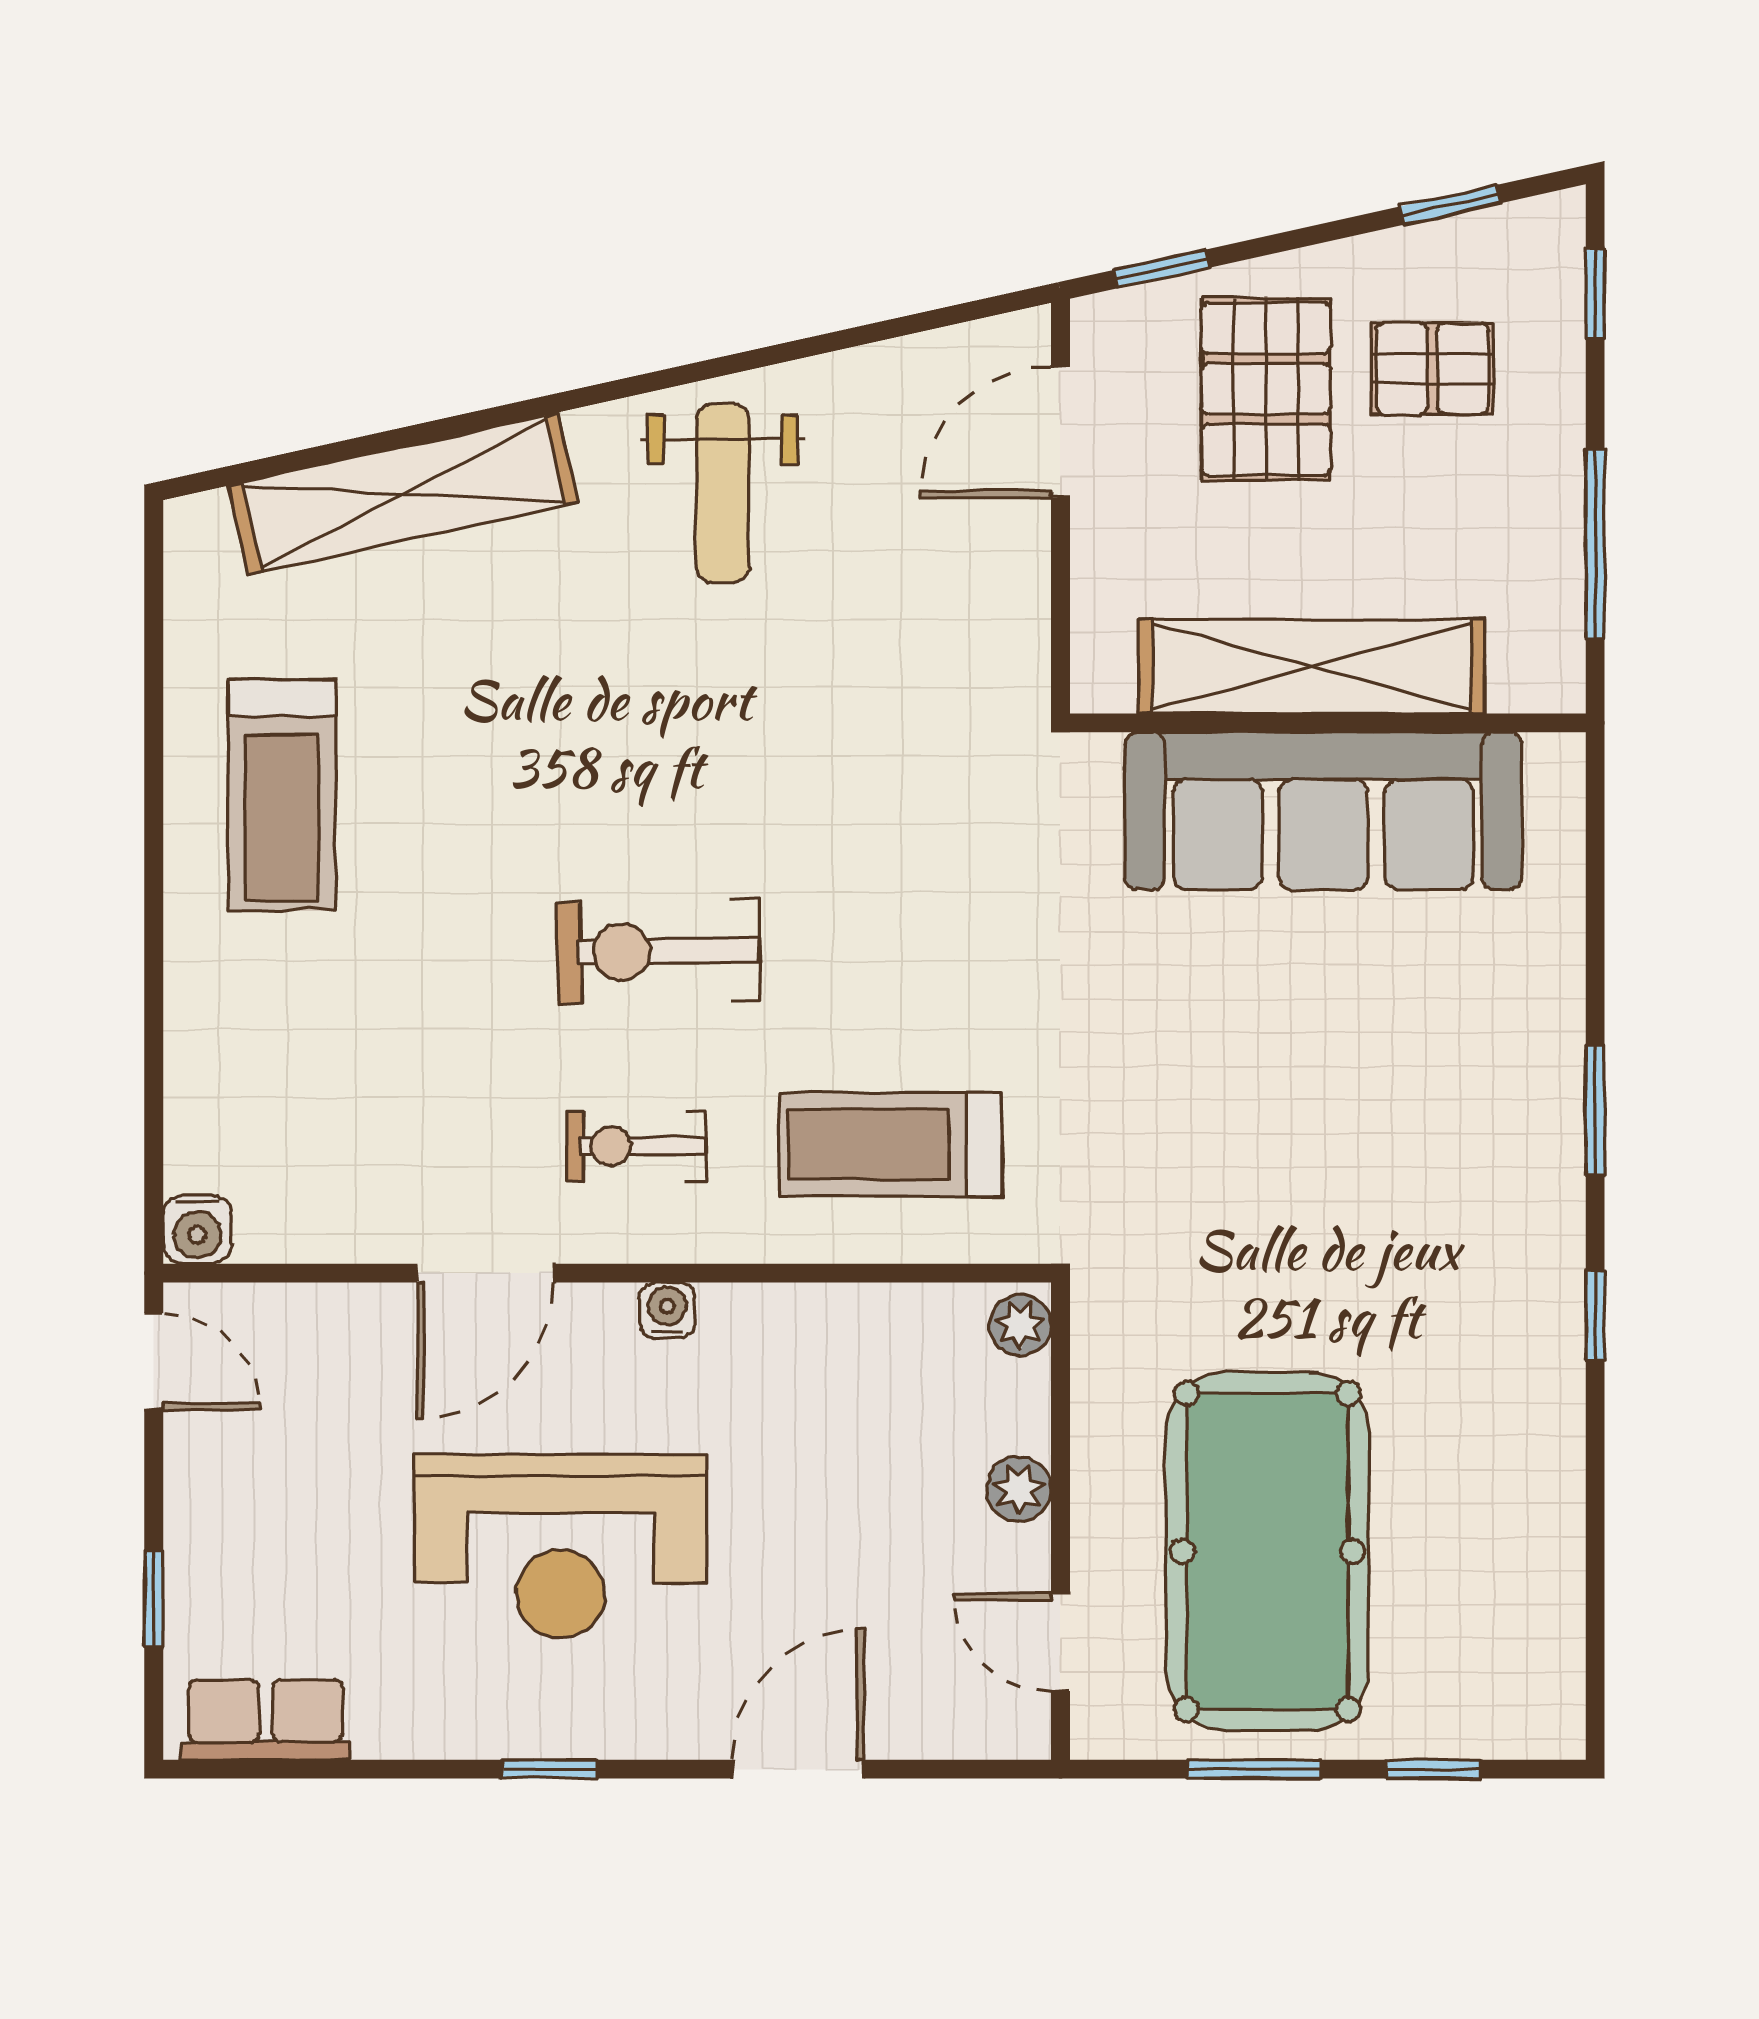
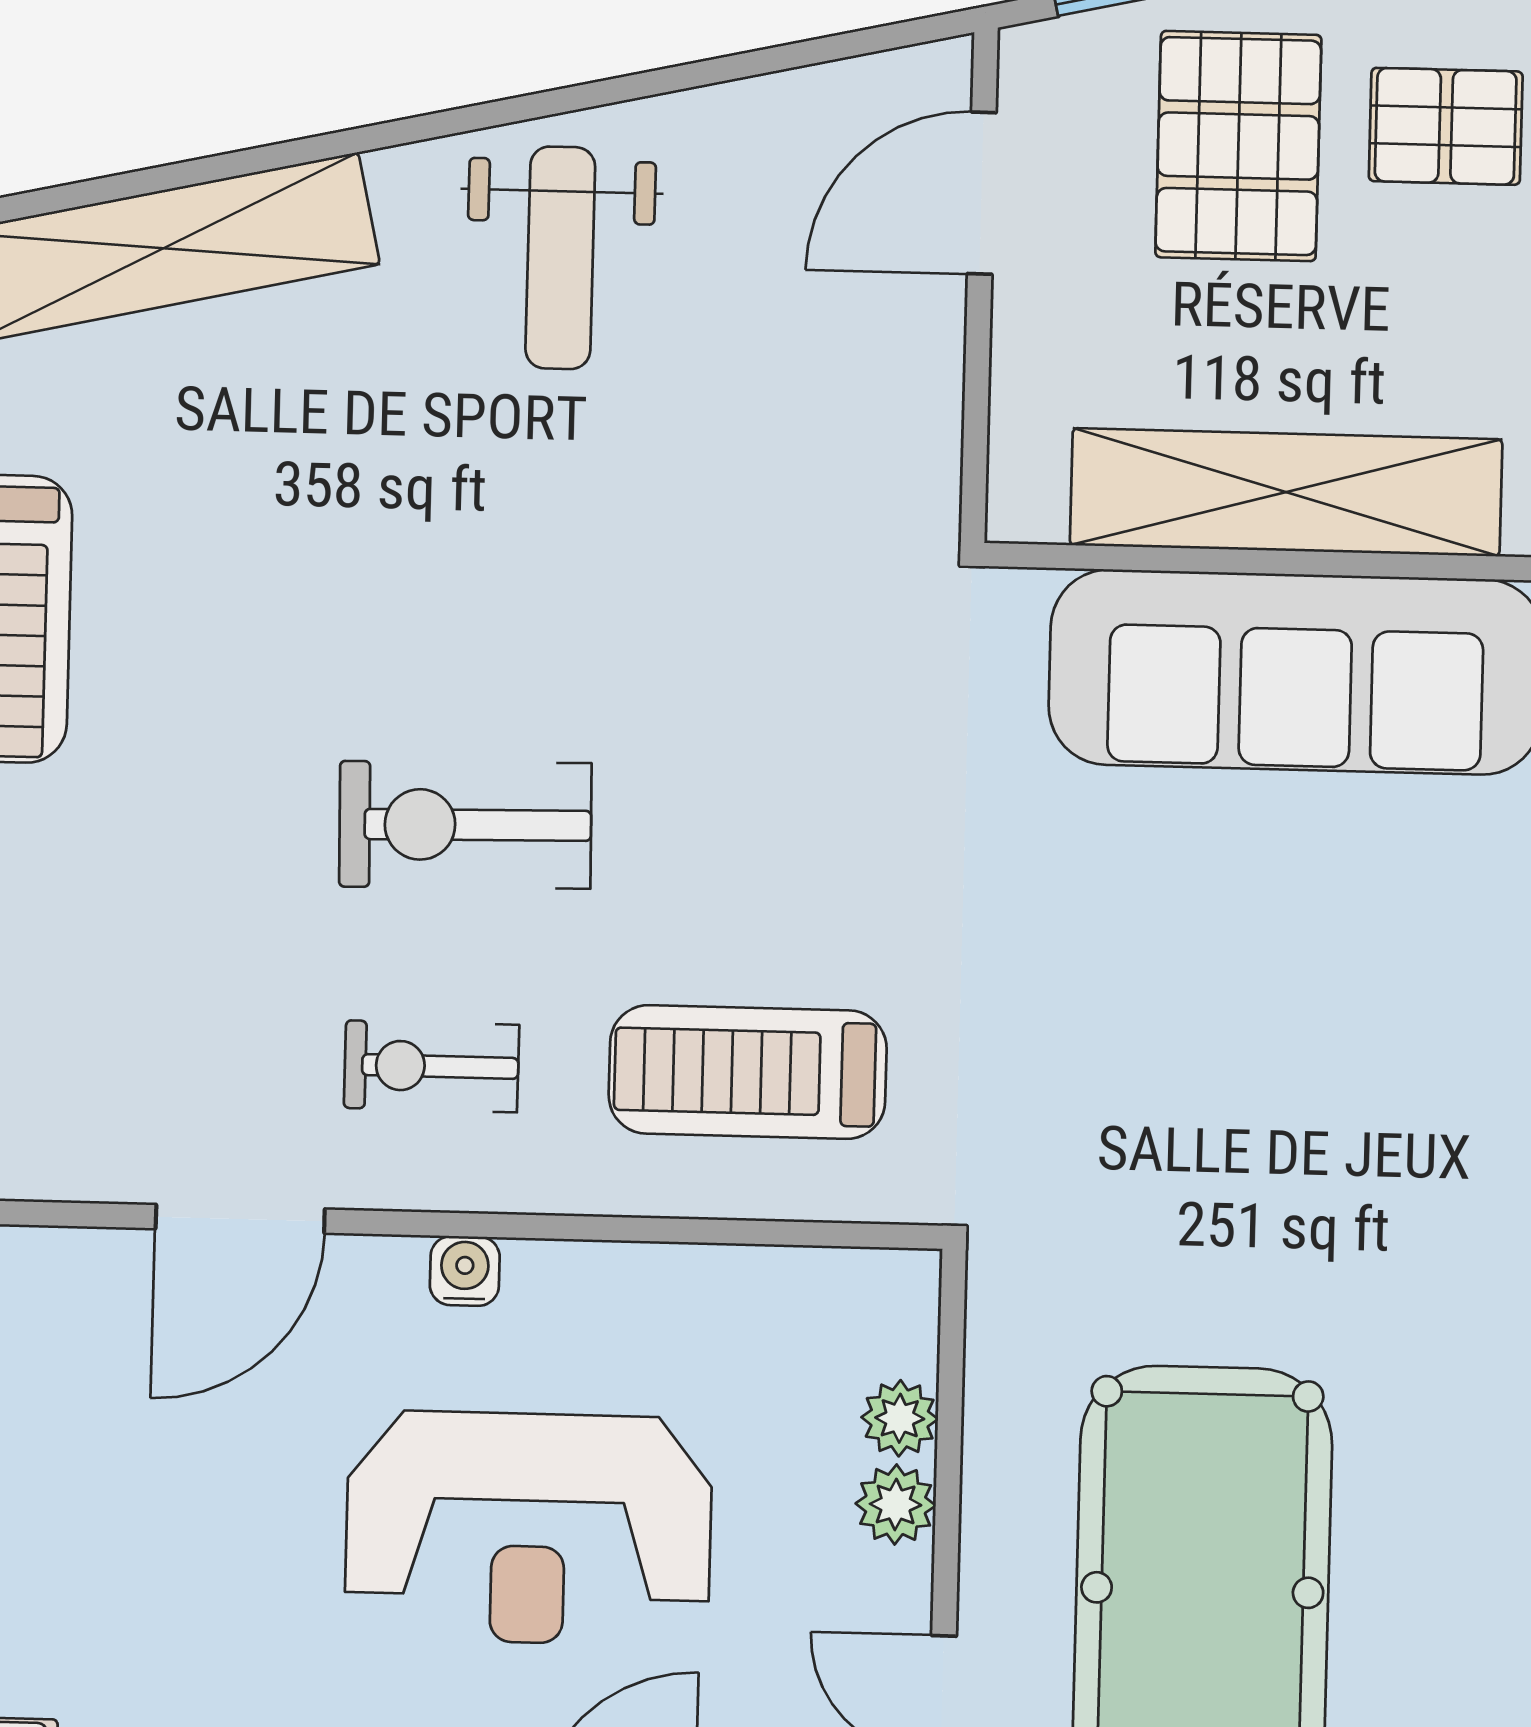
plant: (1020, 1325) -> (900, 1418), moved
reception desk: (560, 1546) -> (529, 1528), moved

